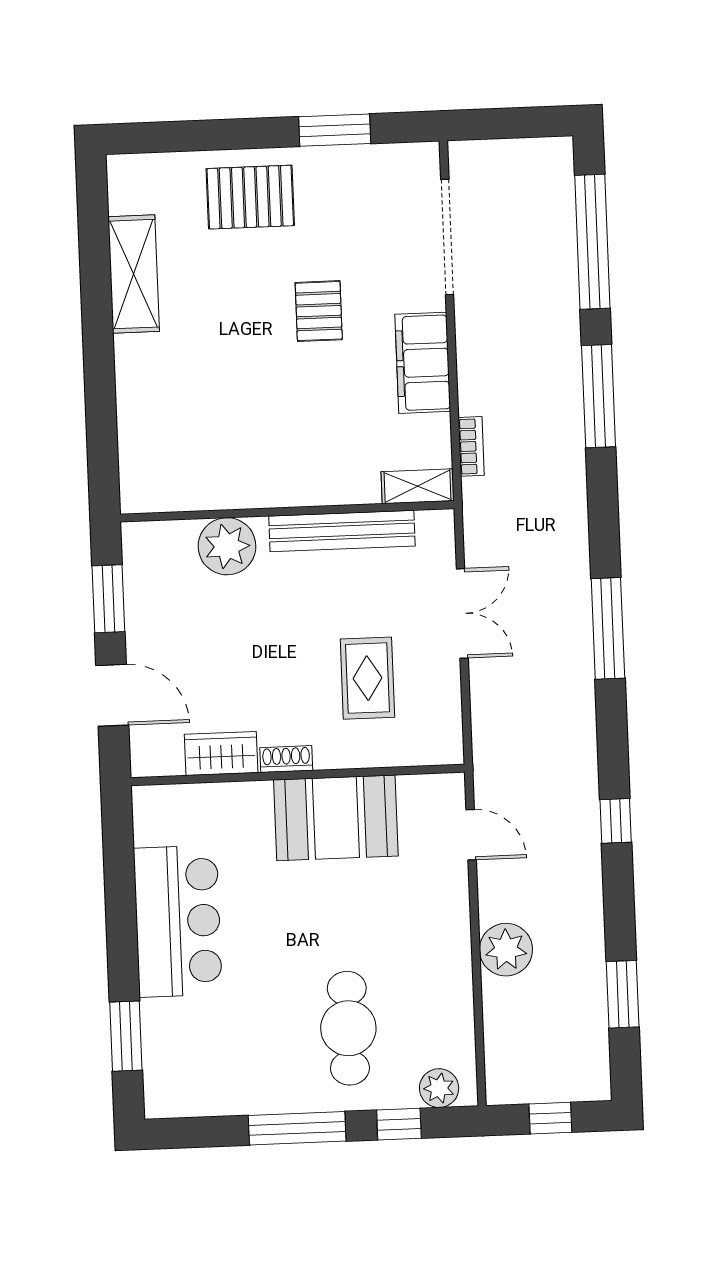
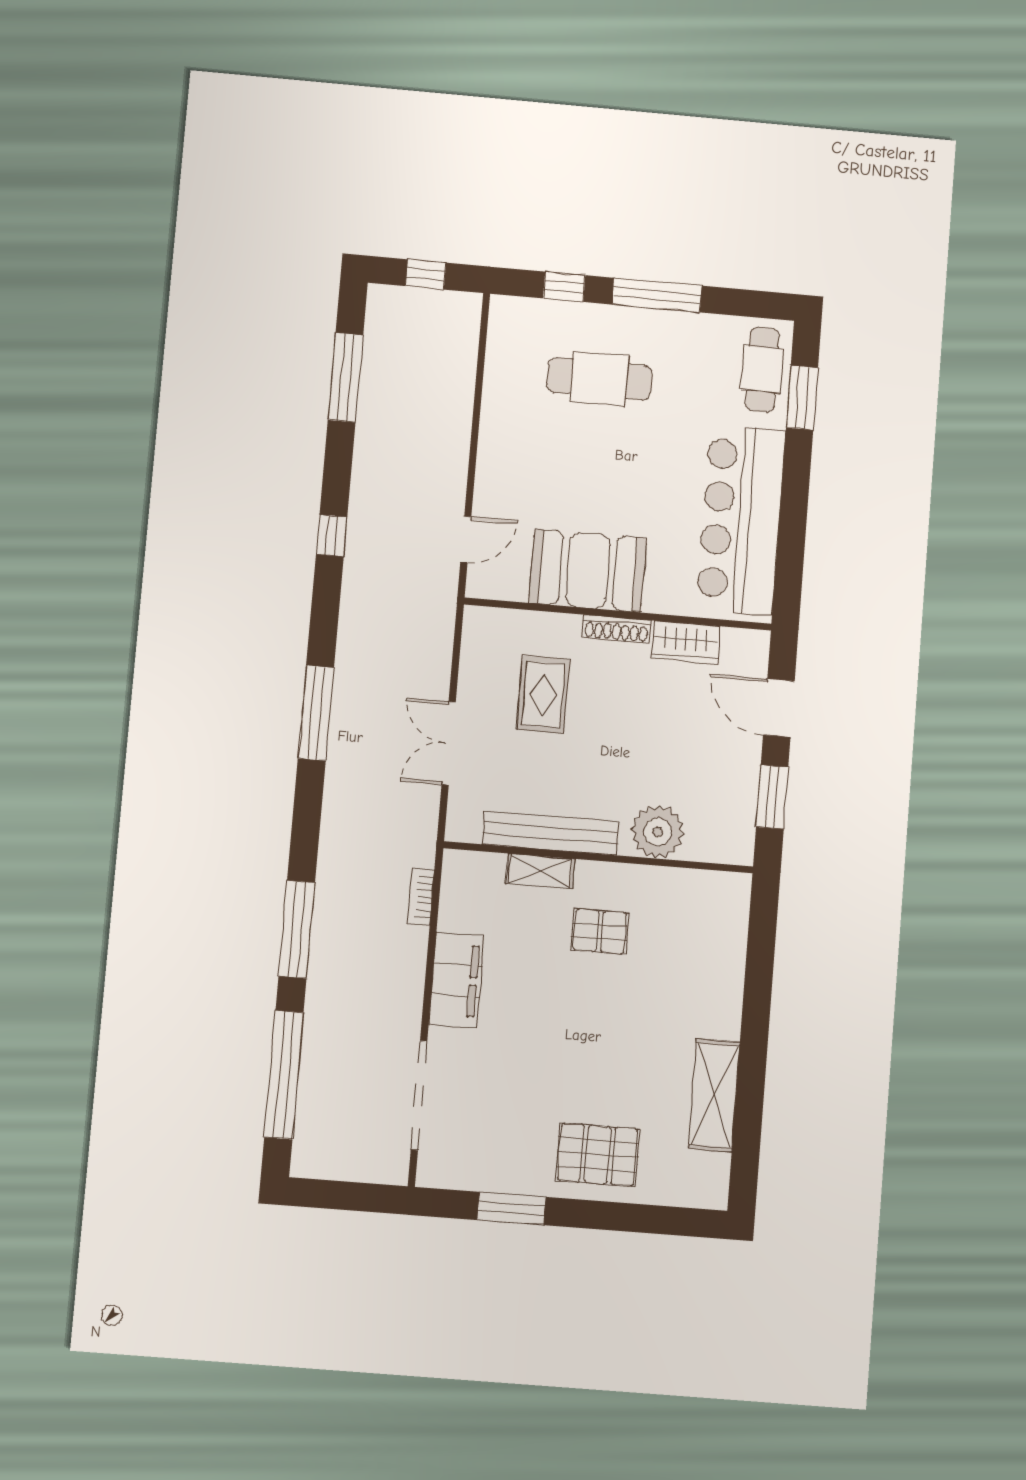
pallet: (319, 311) -> (600, 931), moved, turned 90
shelving: (418, 486) -> (540, 871), moved
shoe rack: (286, 759) -> (617, 629), width x1.43
door: (471, 835) -> (466, 540), swing flipped
bar counter: (178, 921) -> (741, 520), width x1.36
plant: (506, 950) -> (447, 431), removed
window: (623, 994) -> (346, 377), width x1.44
cafe table: (348, 1028) -> (600, 379), turned 90
cafe table: (173, 1061) -> (762, 370), added
plant: (439, 1088) -> (524, 314), removed

